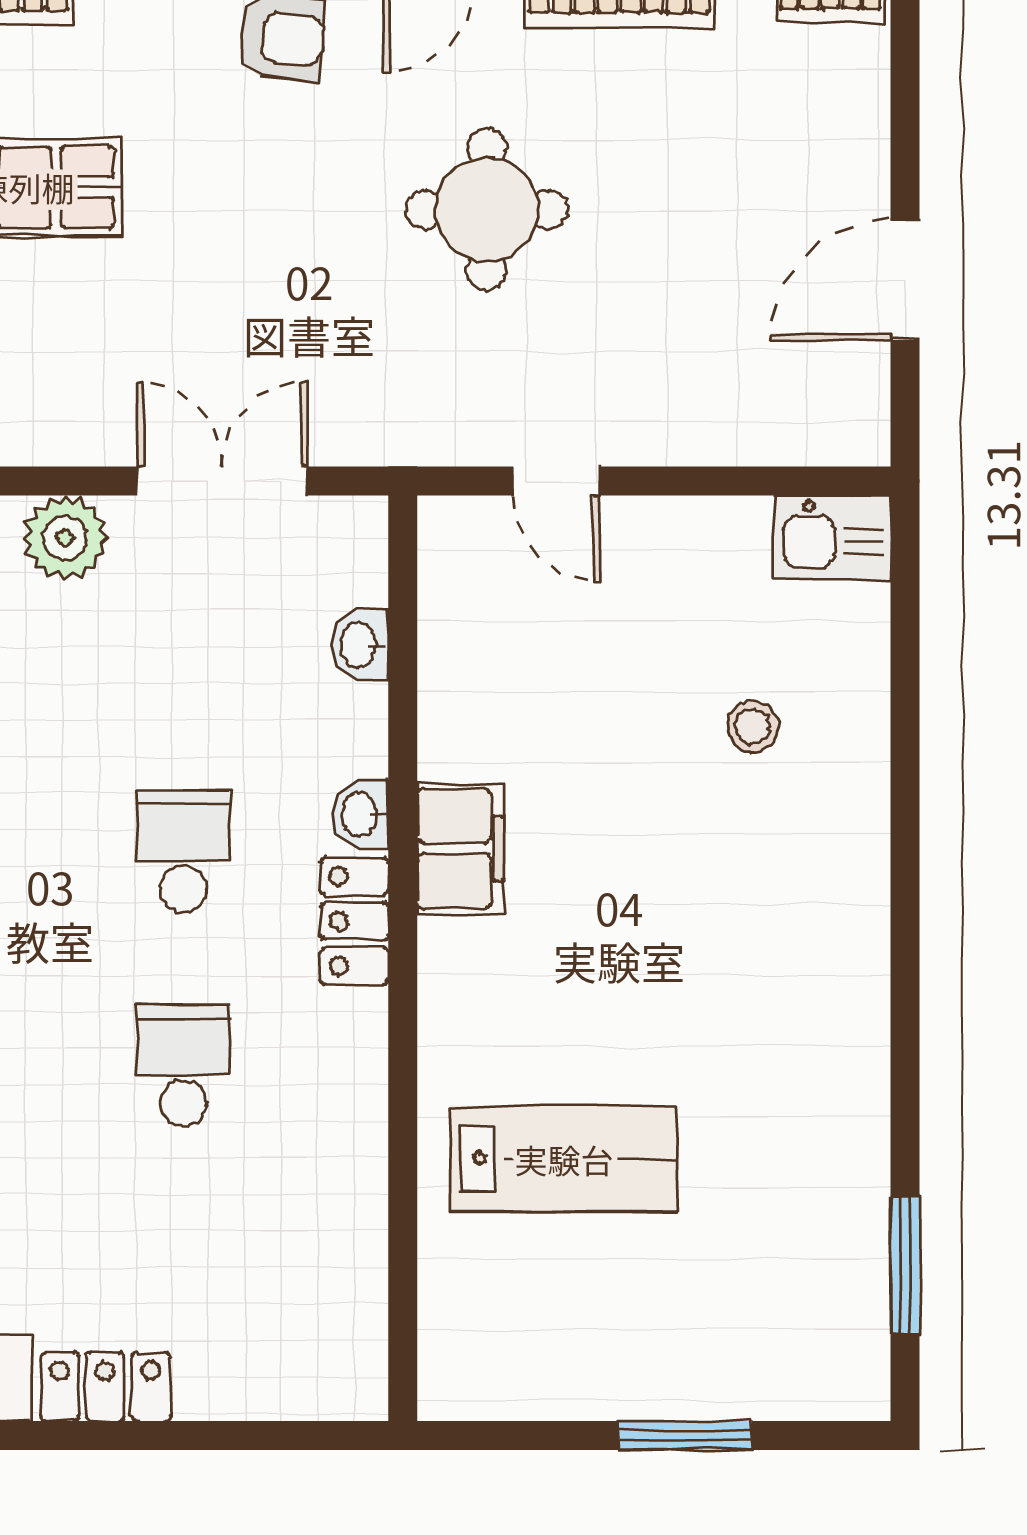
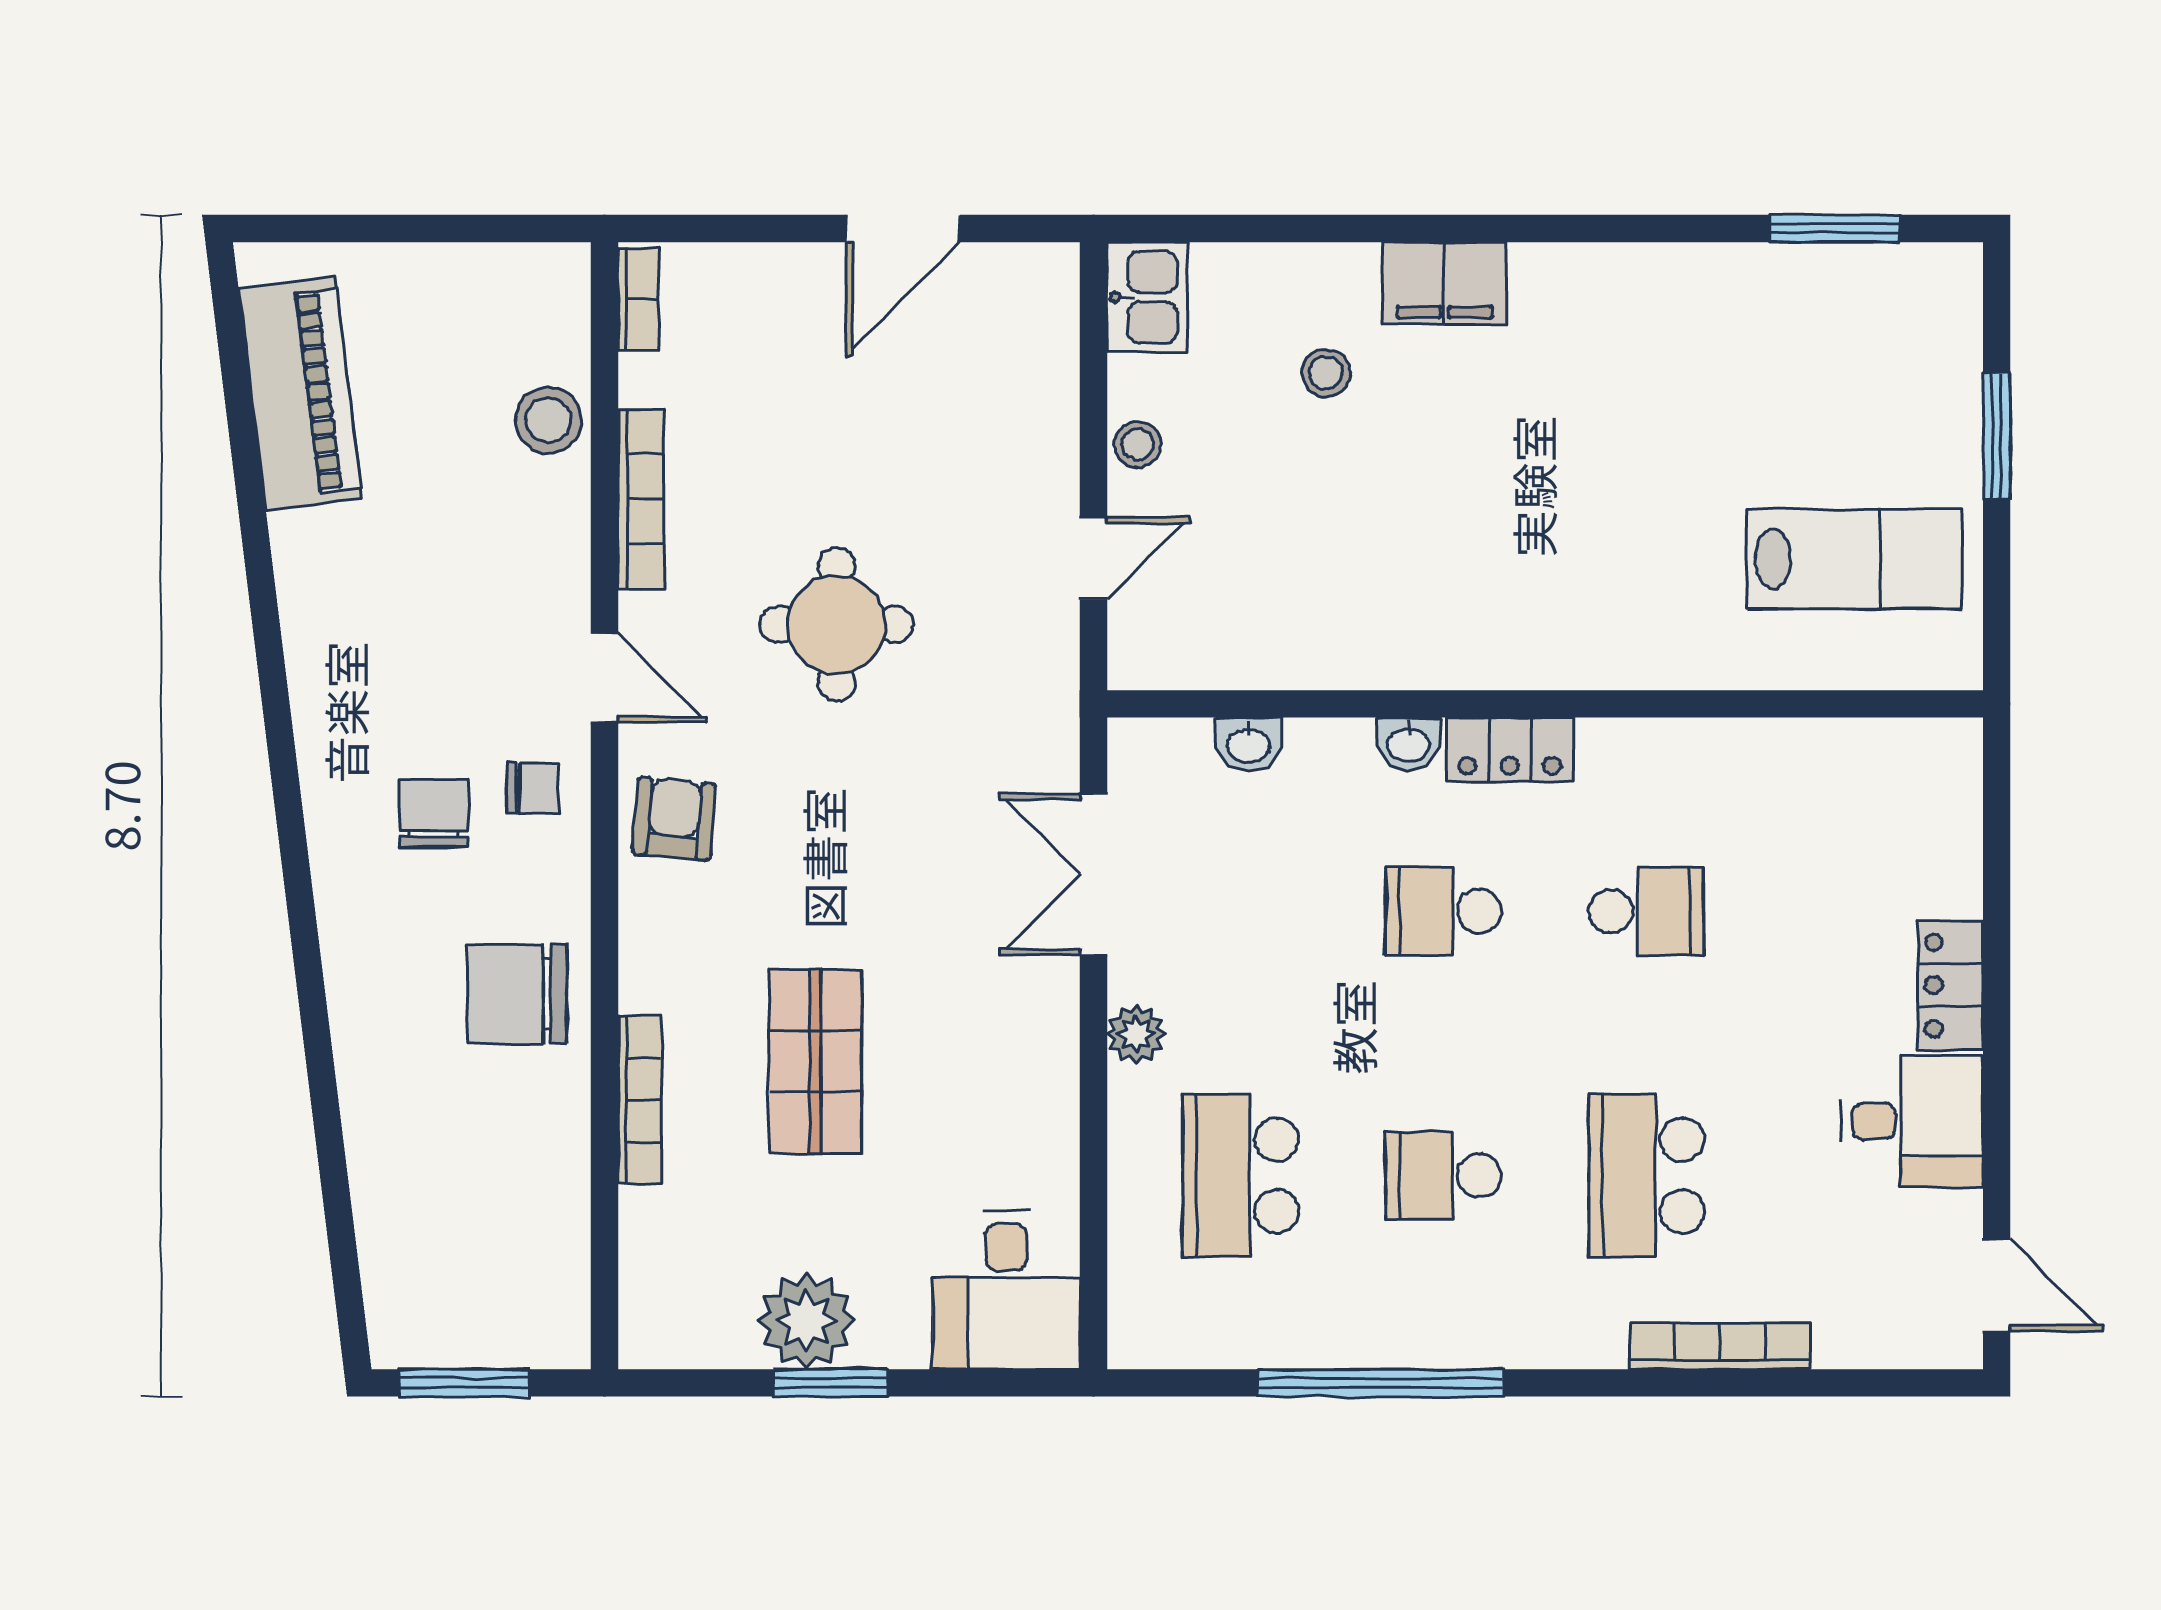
door: (905, 280) -> (903, 228), hinge flipped
stool: (677, 528) -> (1138, 445), added
plant: (65, 538) -> (1136, 1034), width x0.73, depth x0.73
filing cabinet: (460, 849) -> (1445, 283), moved, turned 180
school desk: (183, 1066) -> (1646, 911), turned 180
lab bench: (564, 1159) -> (1855, 559), moved, turned 90

